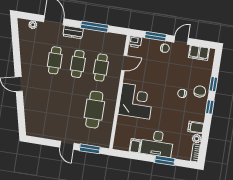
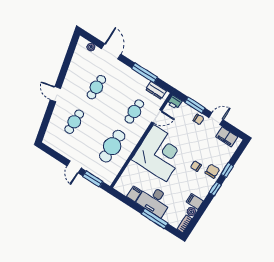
dresser: (73, 32) -> (156, 90), moved
cafe table: (78, 64) -> (74, 122), moved
corner desk: (136, 101) -> (160, 153), width x1.36, depth x1.36
window: (165, 161) -> (154, 219), width x1.44

